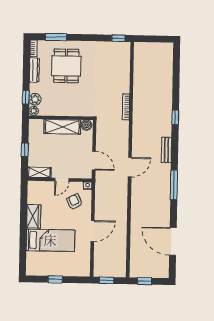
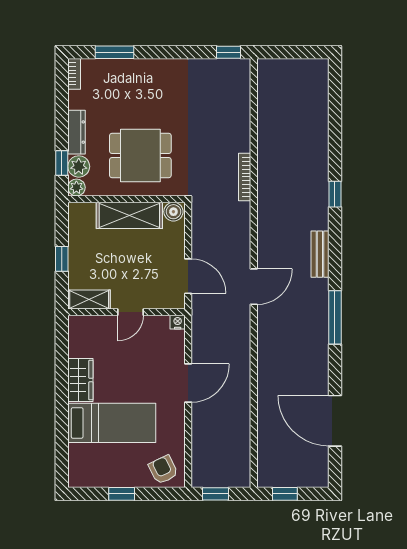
dining table: (66, 66) -> (140, 156), moved, turned 90
dresser: (34, 70) -> (77, 132), moved
armchair: (75, 202) -> (163, 470), moved
door: (93, 231) -> (188, 383), moved

